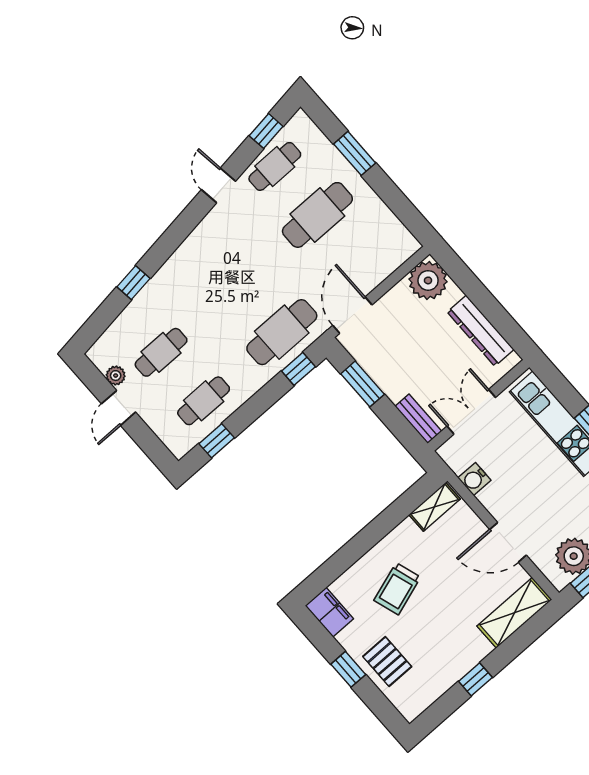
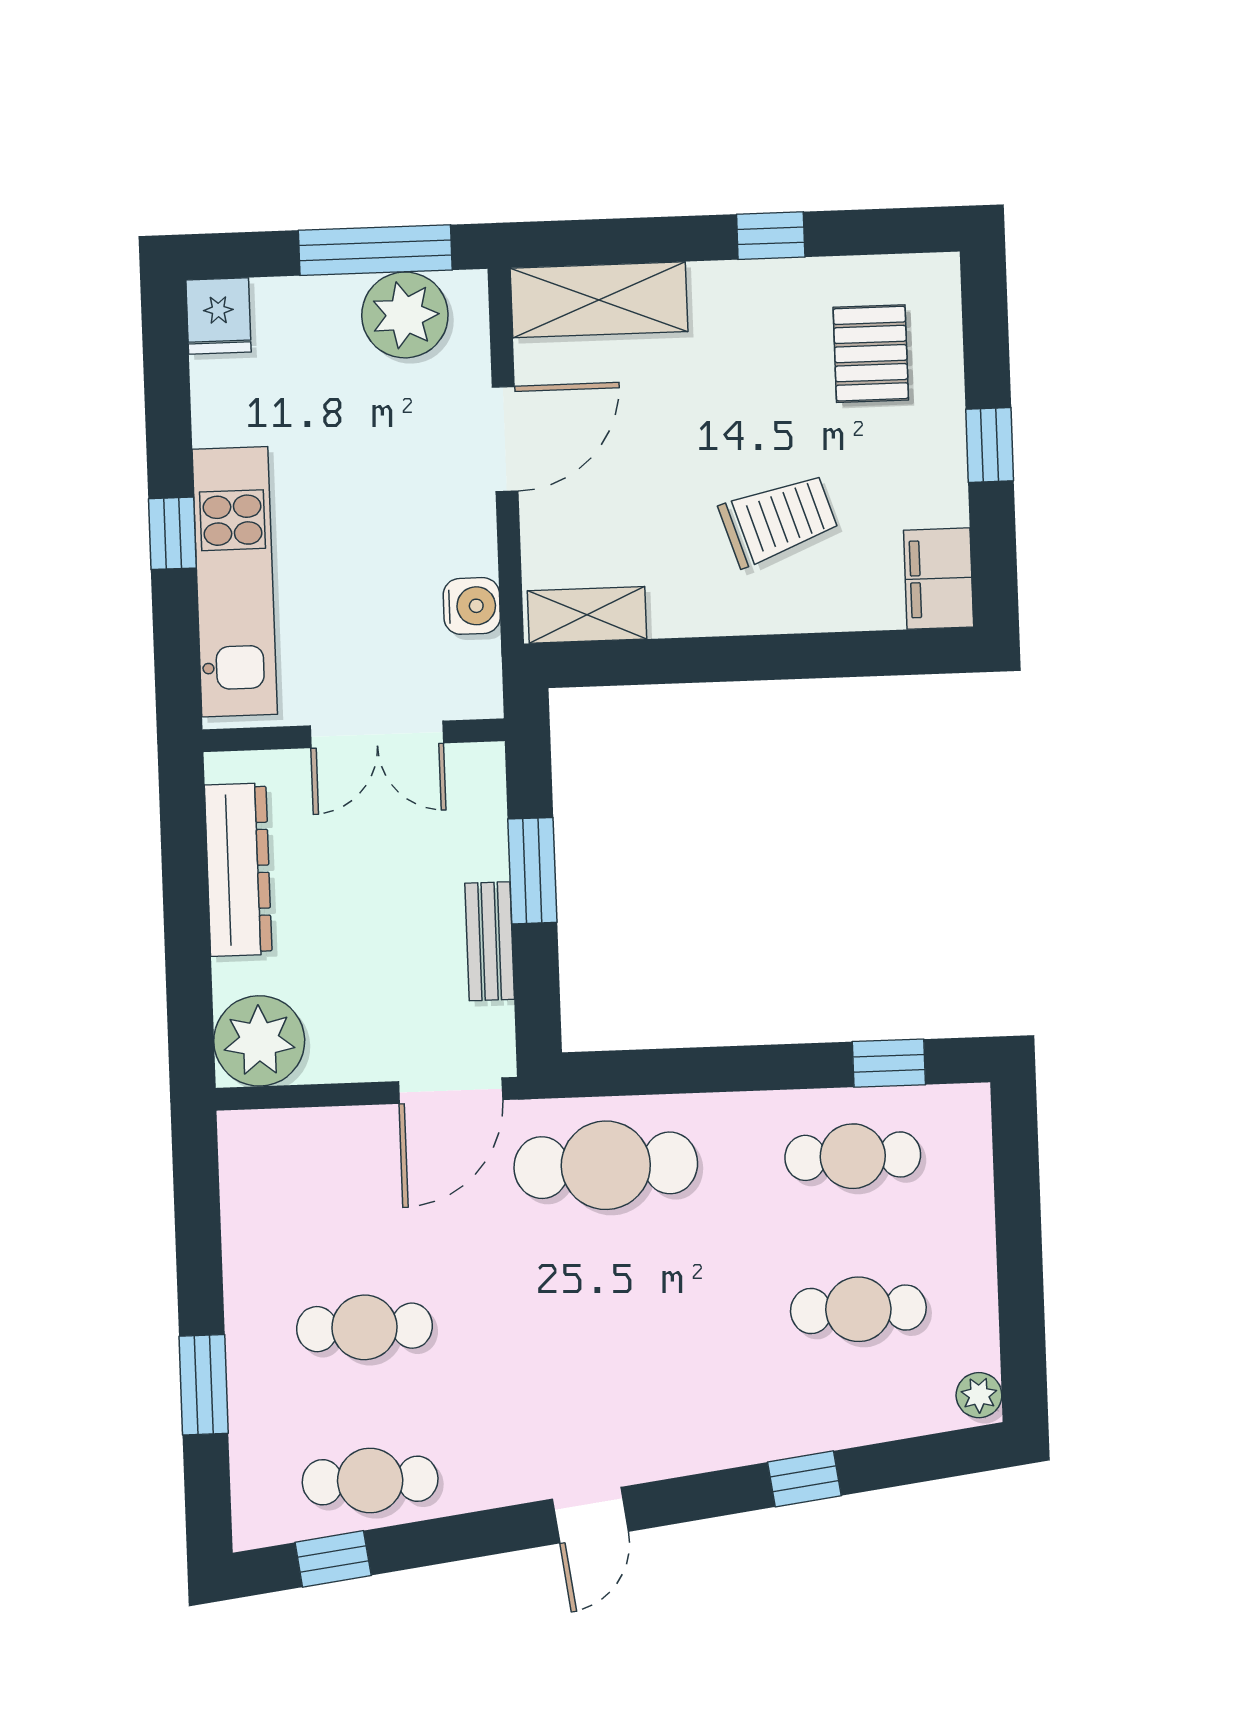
door: (219, 185) -> (590, 1515), moved
cafe table: (317, 215) -> (364, 1327), width x0.73, depth x0.74
window: (298, 369) -> (630, 1073), removed
plant: (116, 376) -> (979, 1395), moved
window: (363, 384) -> (532, 871), moved
door: (119, 408) -> (1020, 1271), removed
bench: (418, 419) -> (490, 941), moved
door: (508, 542) -> (505, 439), hinge flipped
pallet: (387, 662) -> (871, 354), moved

